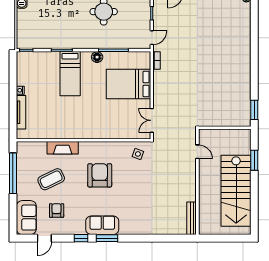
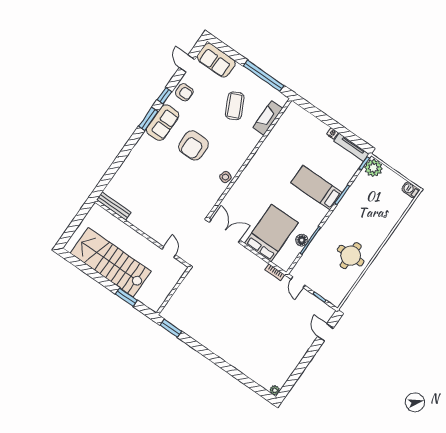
plant: (25, 41) -> (373, 168), added
floor lamp: (97, 57) -> (302, 240), moved
tv unit: (21, 112) -> (351, 148), moved
double door: (152, 120) -> (225, 231), width x1.37
fireplace: (63, 148) -> (268, 118), moved
door: (197, 152) -> (169, 252), swing flipped
side table: (138, 154) -> (225, 177), moved
armchair: (100, 175) -> (193, 145), moved, turned 90
armchair: (57, 211) -> (184, 92), moved

